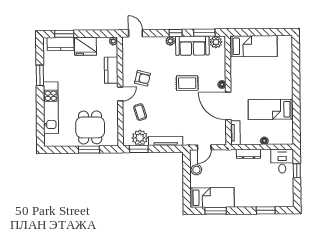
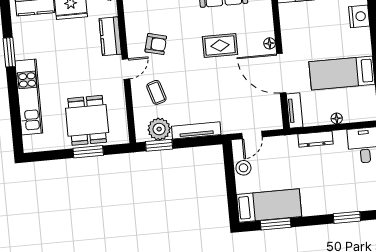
nightstand: (286, 71) -> (359, 16), added

